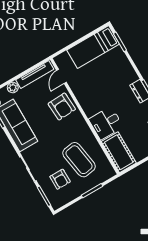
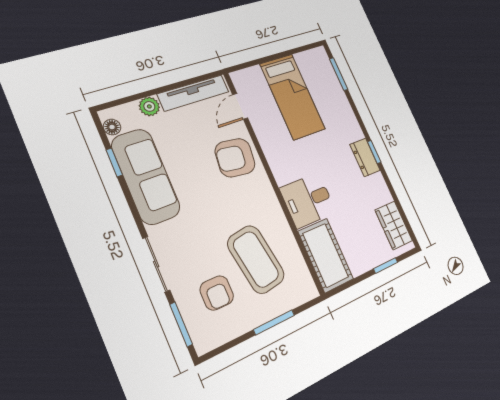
bed: (93, 47) -> (293, 97), moved, turned -90
armchair: (62, 107) -> (235, 158), turned 100

